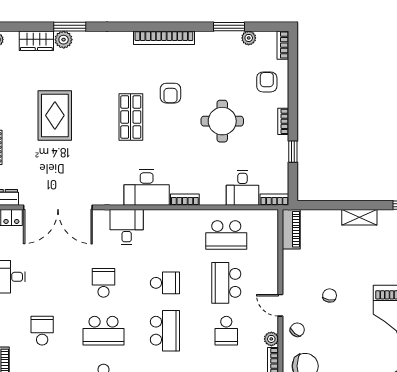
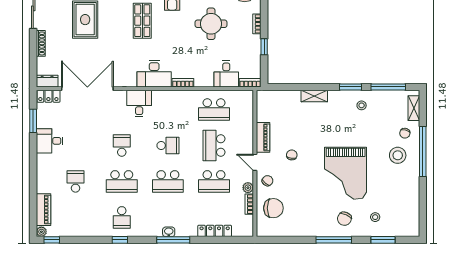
double door: (58, 207) -> (87, 89), swing flipped
piano: (291, 229) -> (263, 137), moved
school desk: (165, 331) -> (168, 181), turned 90
school desk: (226, 331) -> (214, 181), width x1.85

